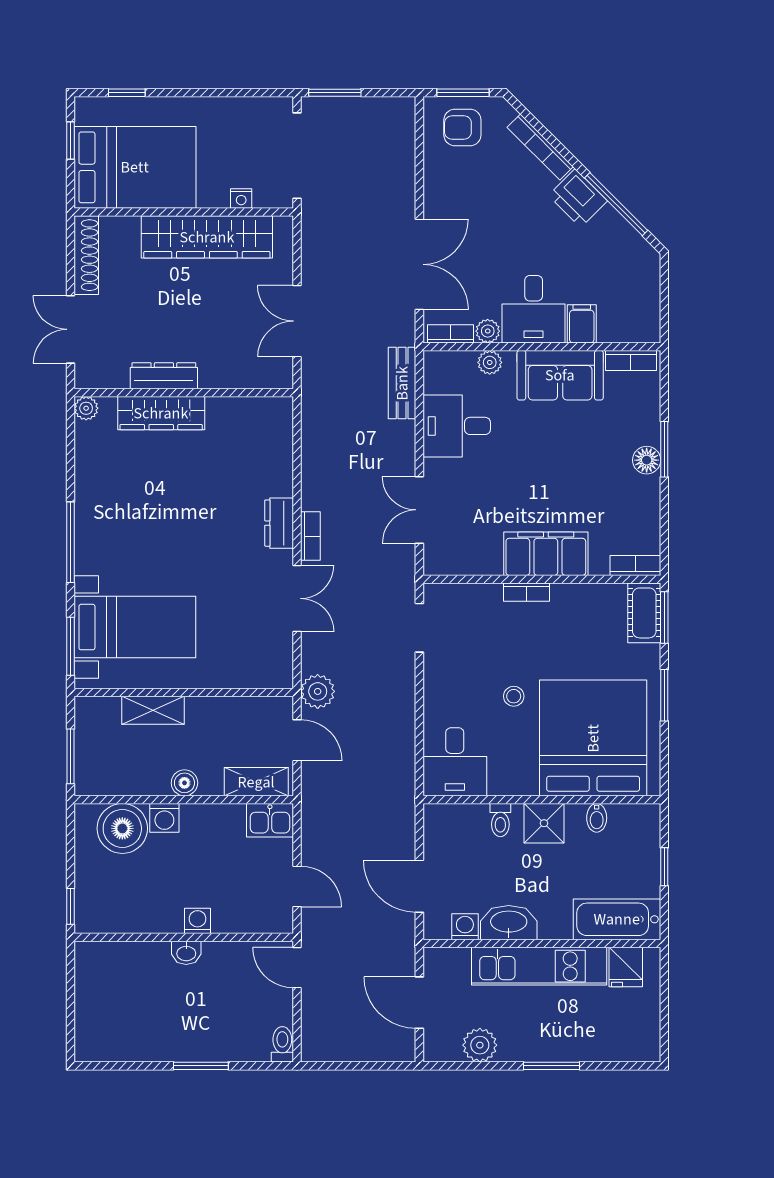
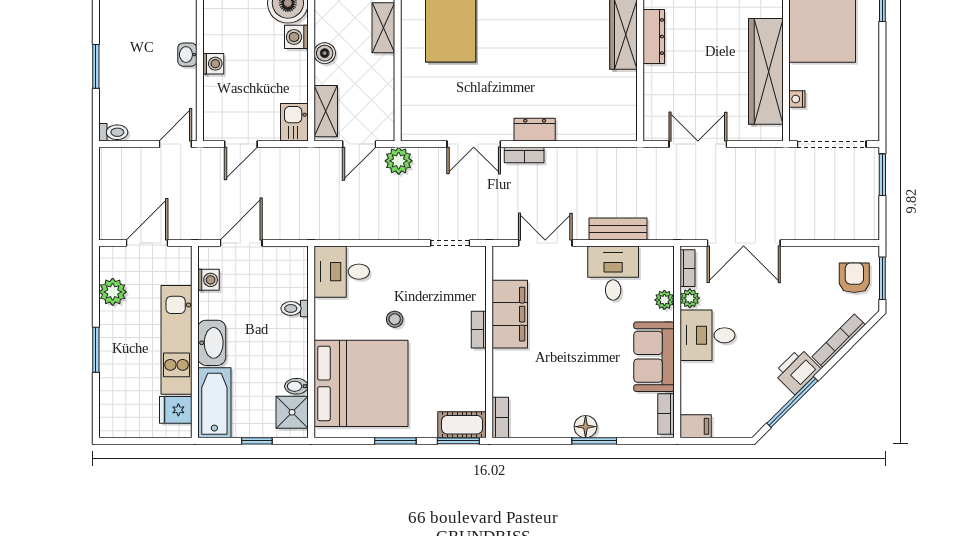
filing cabinet: (582, 324) -> (696, 426), moved
bench: (402, 383) -> (618, 229), moved
filing cabinet: (546, 554) -> (510, 314), moved
shower: (544, 823) -> (292, 412), moved
washbasin: (509, 923) -> (212, 343), moved

